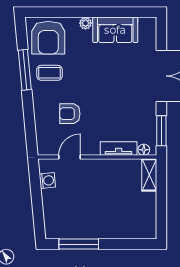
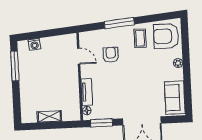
sofa: (115, 30) -> (175, 98), moved
window: (25, 70) -> (119, 23), moved
shelving: (149, 175) -> (49, 116), moved
washing machine: (47, 181) -> (34, 44), moved

